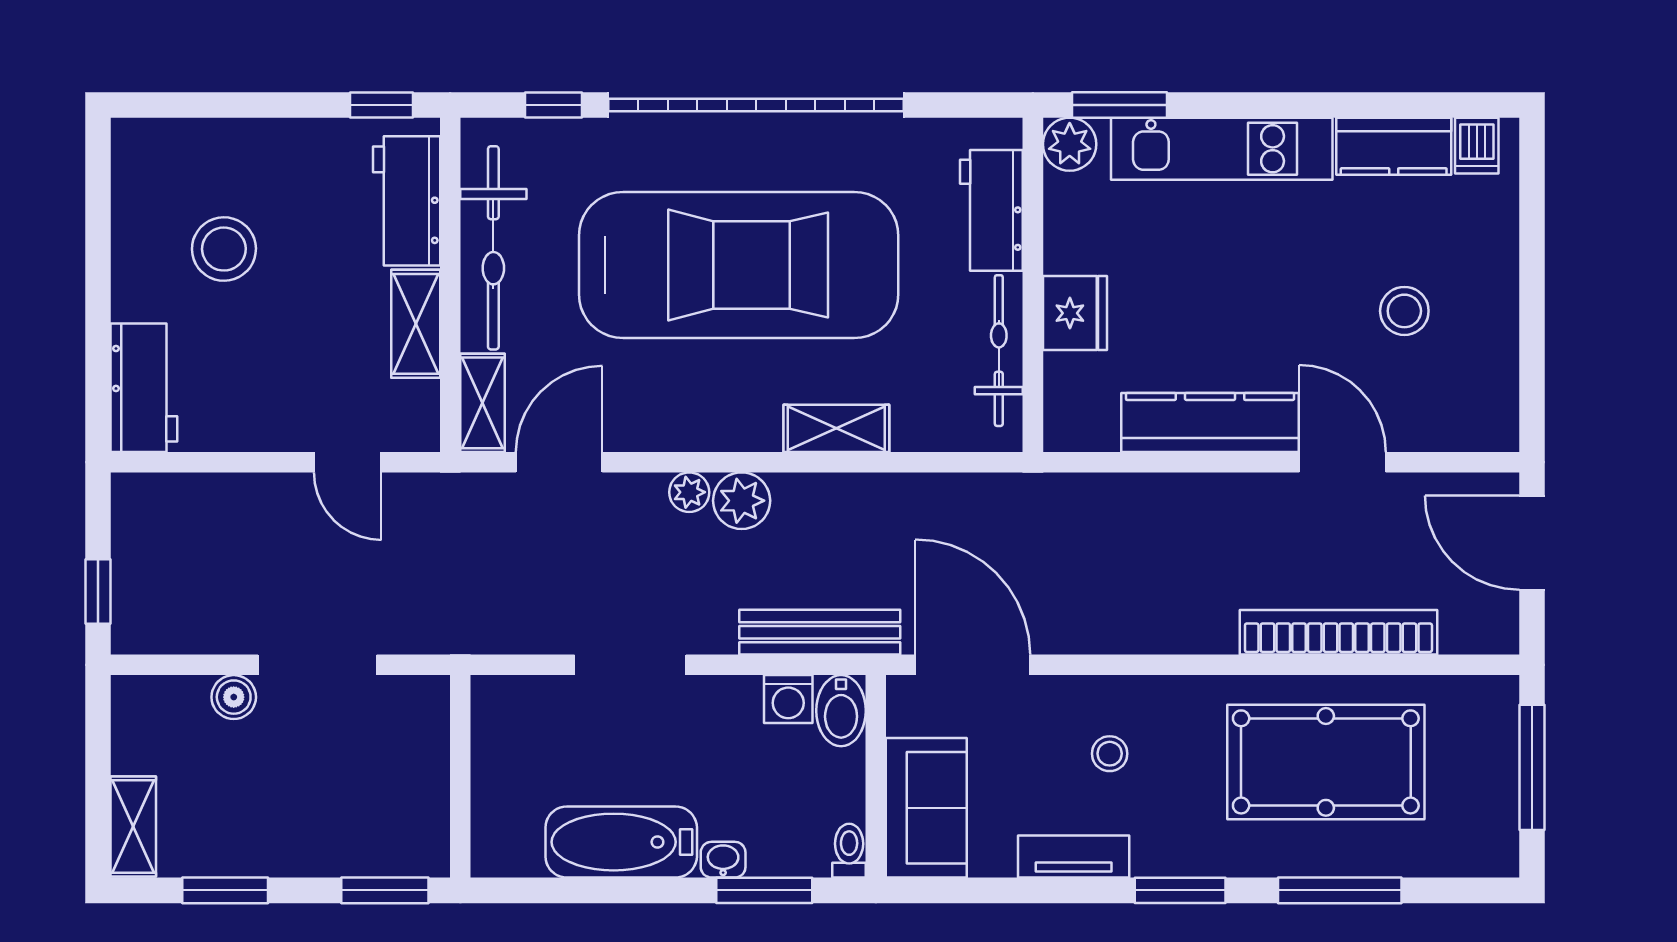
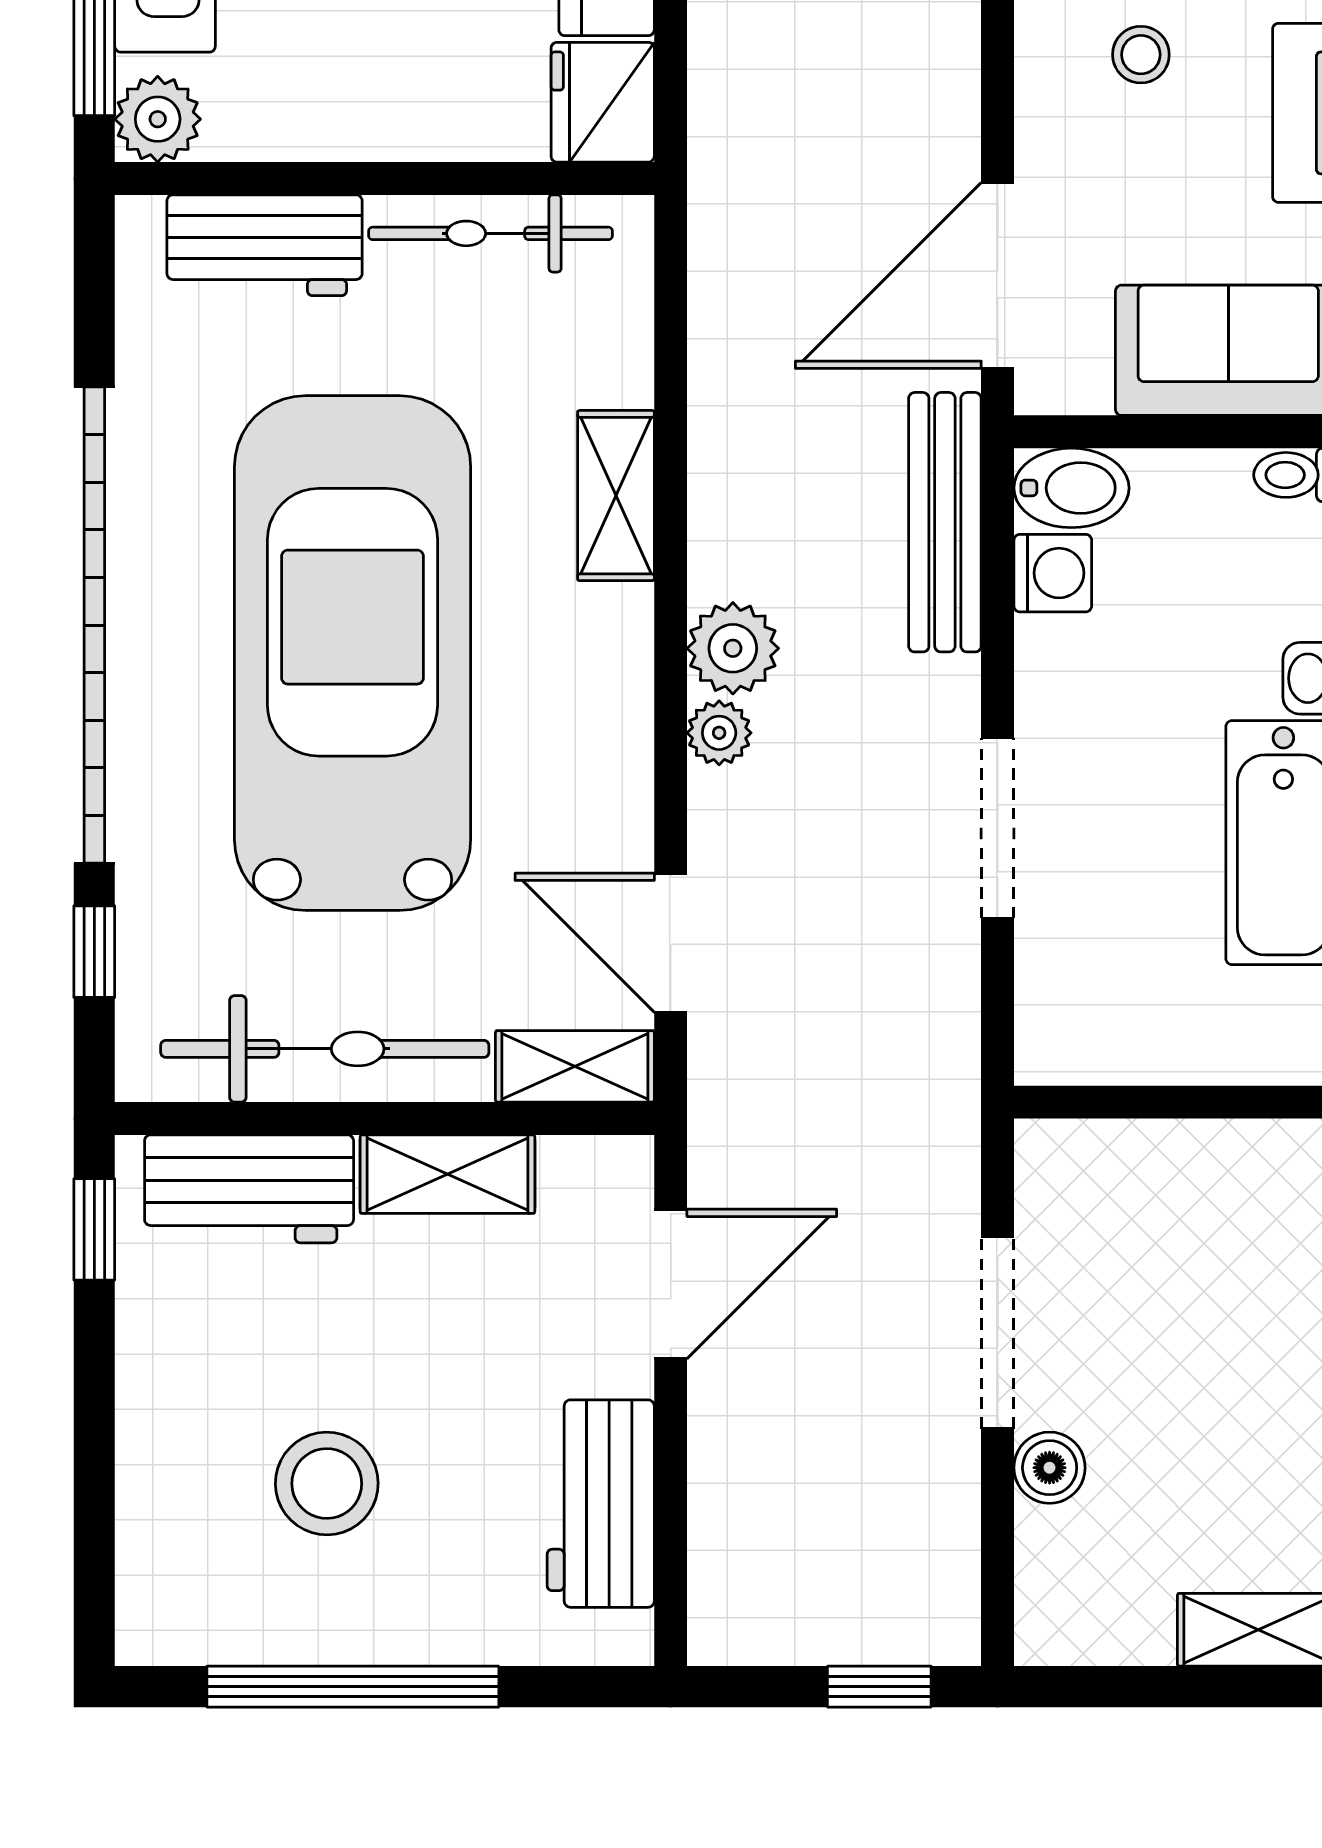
window: (98, 265) -> (353, 1687), added
fridge: (1075, 313) -> (603, 102), moved, turned -90
workbench: (144, 388) -> (601, 1504), moved, turned -90
door: (348, 462) -> (671, 1284), width x1.38

